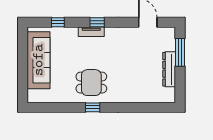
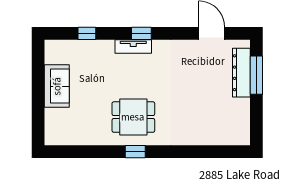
sofa: (38, 60) -> (57, 86), width x0.54, depth x0.79
dresser: (169, 69) -> (241, 73), moved

